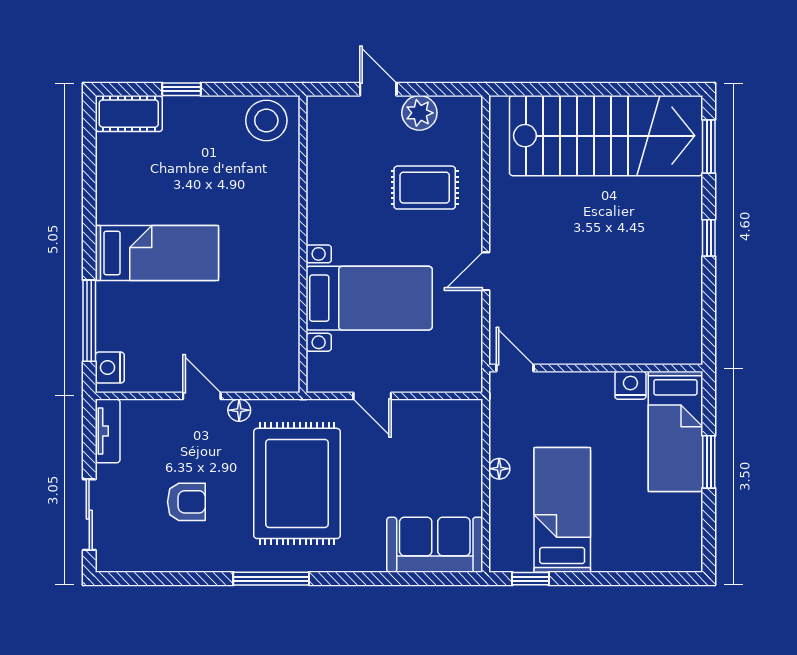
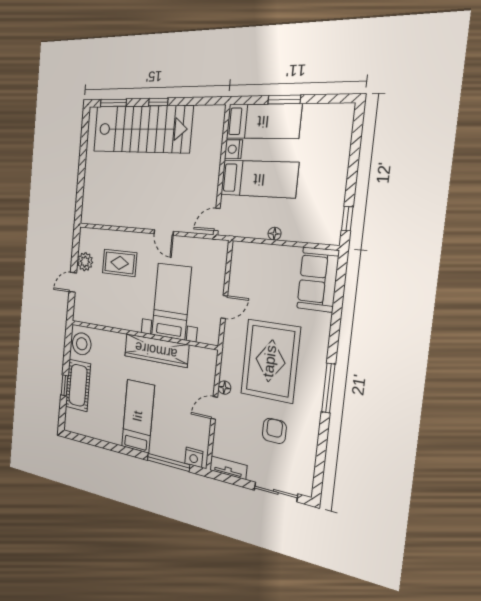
cot: (129, 114) -> (78, 385), moved, width x1.37, depth x1.34
stairs: (606, 136) -> (142, 129), moved, turned 90
rug: (425, 188) -> (120, 263), turned 90
wardrobe: (280, 277) -> (156, 350), added
rug: (297, 483) -> (270, 361), turned 90
bed: (562, 510) -> (259, 179), moved, turned 180

